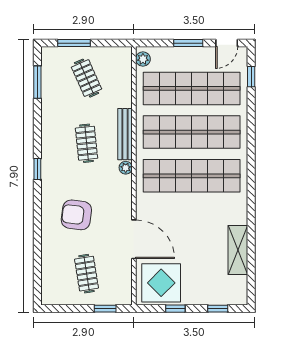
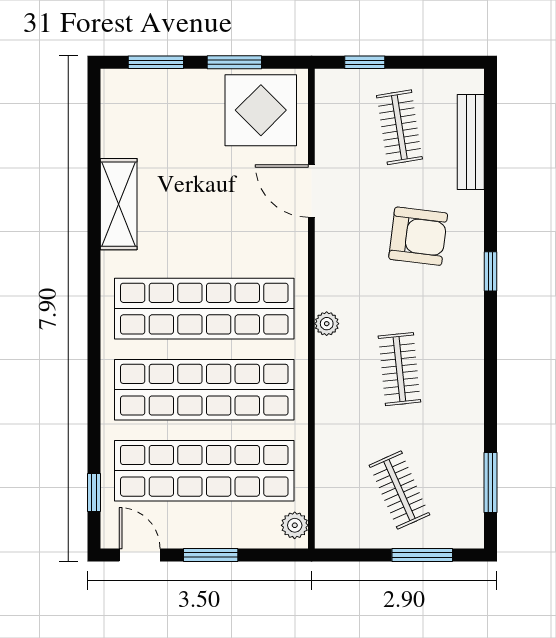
door: (227, 43) -> (140, 555), hinge flipped
bench: (125, 134) -> (471, 142), moved
window: (37, 169) -> (491, 271), moved
door: (134, 239) -> (311, 191), width x0.73
shelving: (238, 250) -> (119, 204), moved
window: (175, 309) -> (234, 62), width x1.50
window: (218, 309) -> (156, 62), width x1.50

